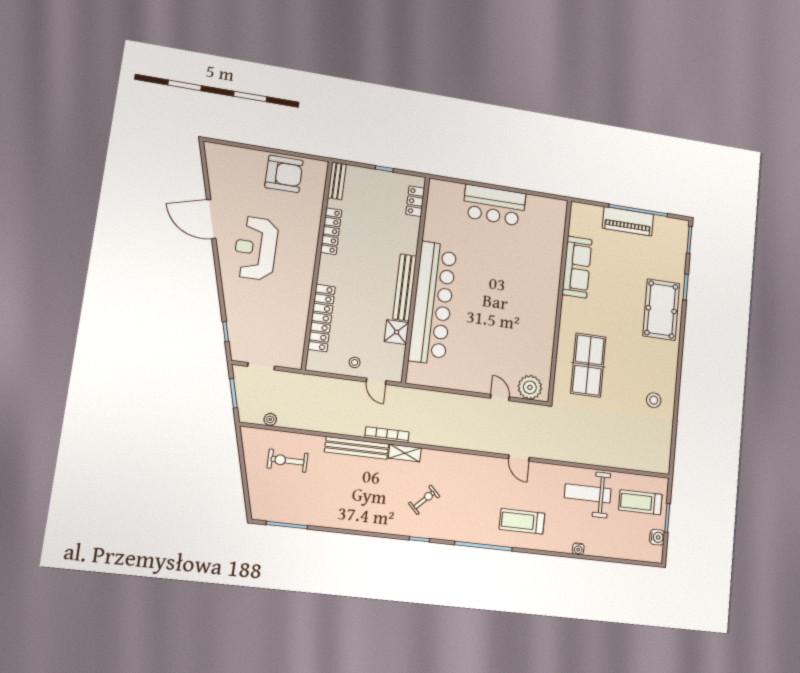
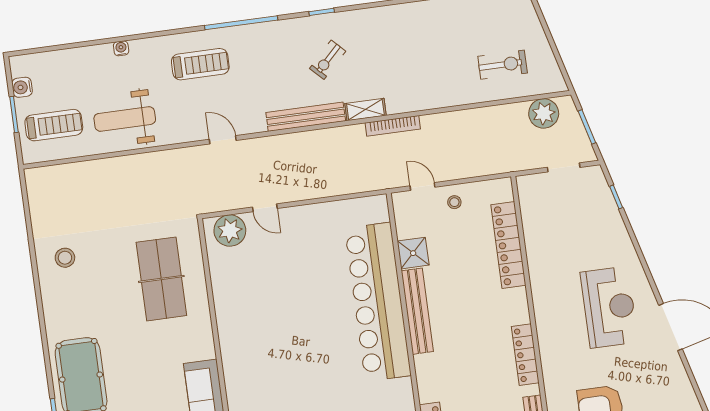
plant: (270, 419) -> (544, 113), width x1.88, depth x1.88
bench: (357, 448) -> (306, 117), moved
weight bench: (588, 493) -> (125, 119), turned 180

